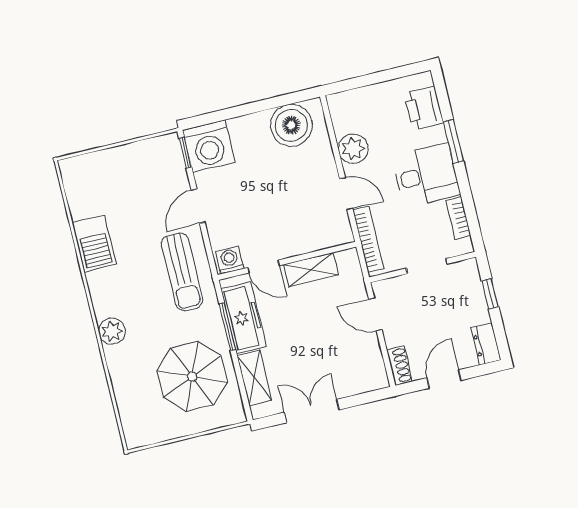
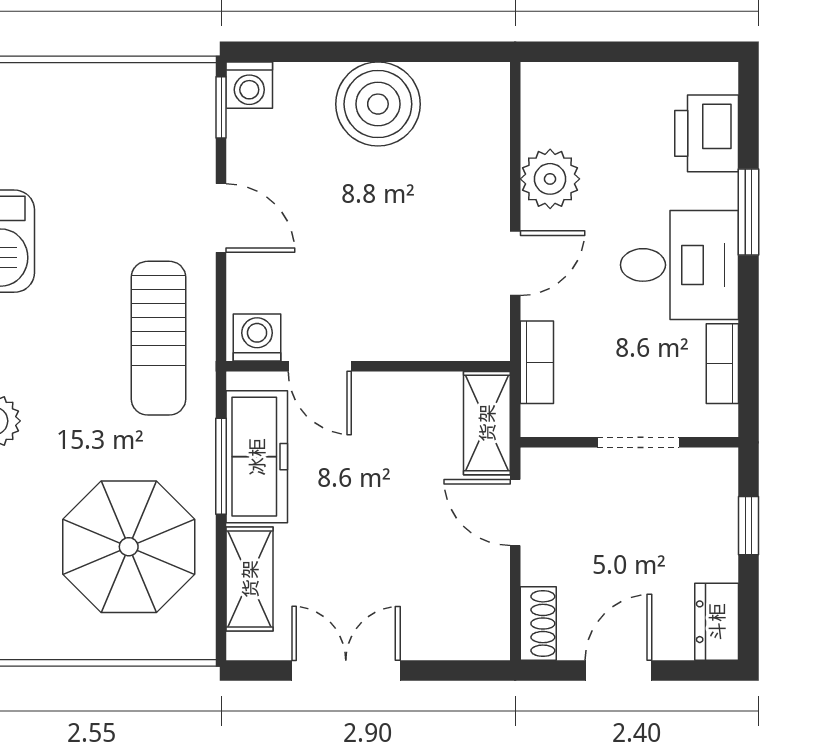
boiler: (291, 125) -> (378, 104), moved
washing machine: (209, 146) -> (249, 85), width x0.53, depth x0.53
door: (346, 194) -> (515, 263), hinge flipped
door: (198, 206) -> (221, 218), swing flipped
bookcase: (368, 239) -> (537, 362), width x0.64
shelving: (311, 270) -> (487, 423), moved, turned 90

